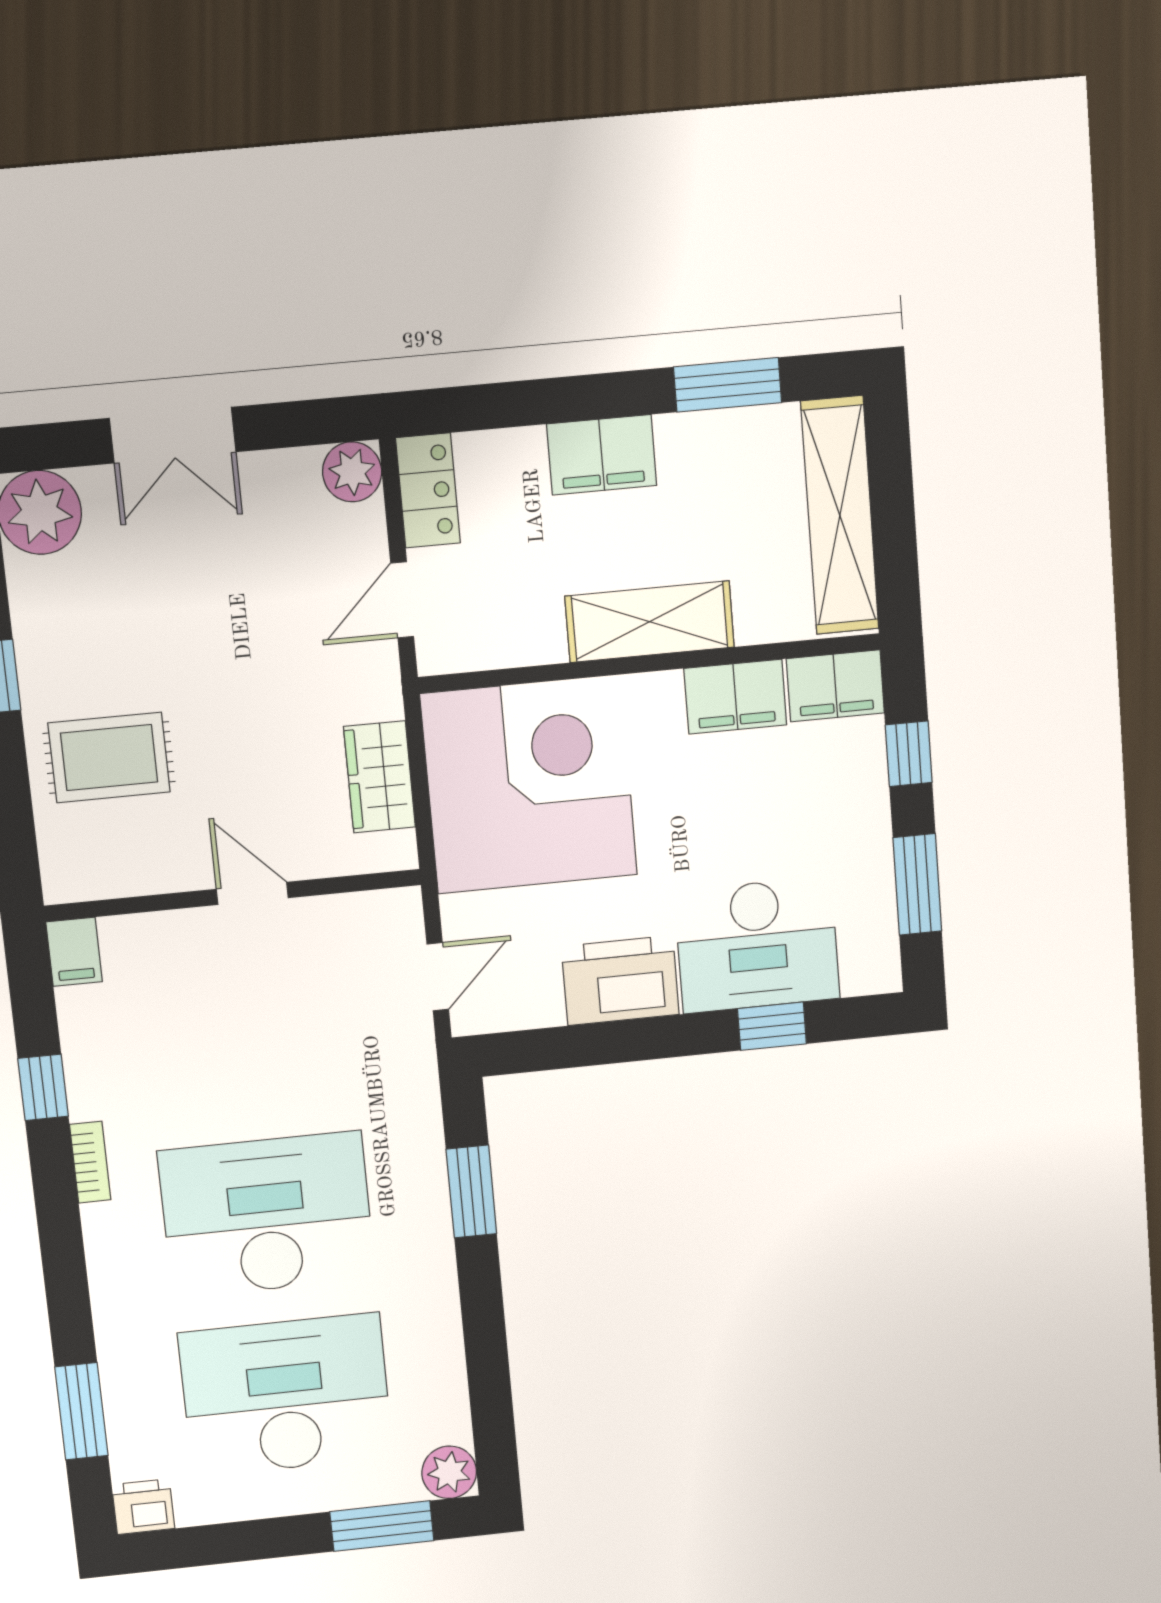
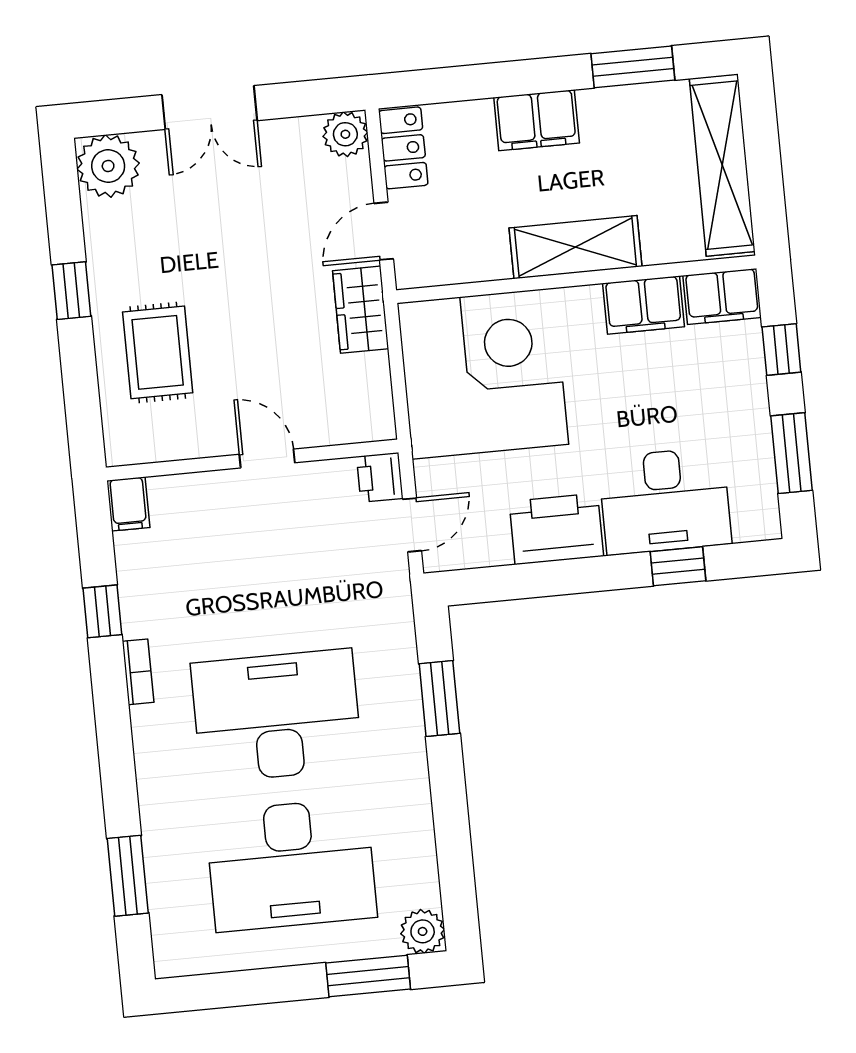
rug: (109, 757) -> (158, 352), turned 90
wardrobe: (380, 777) -> (361, 310), moved
desk: (286, 1395) -> (291, 865), turned 180
printer: (143, 1507) -> (380, 477), moved, turned -90

